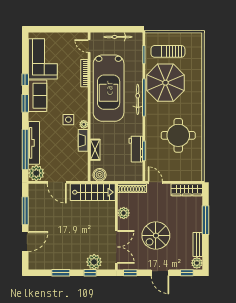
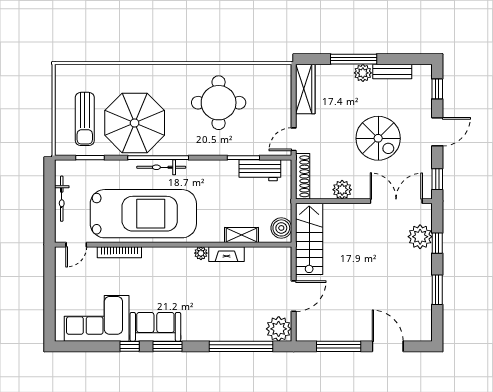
side table: (68, 120) -> (193, 278), removed
tv unit: (34, 143) -> (231, 333), removed
workbench: (136, 149) -> (260, 170), moved
plant: (197, 263) -> (363, 73), moved

